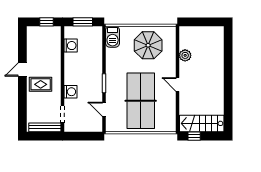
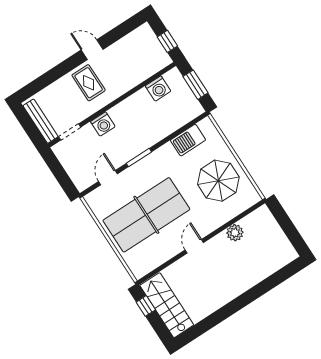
barbecue: (113, 37) -> (188, 140), moved

